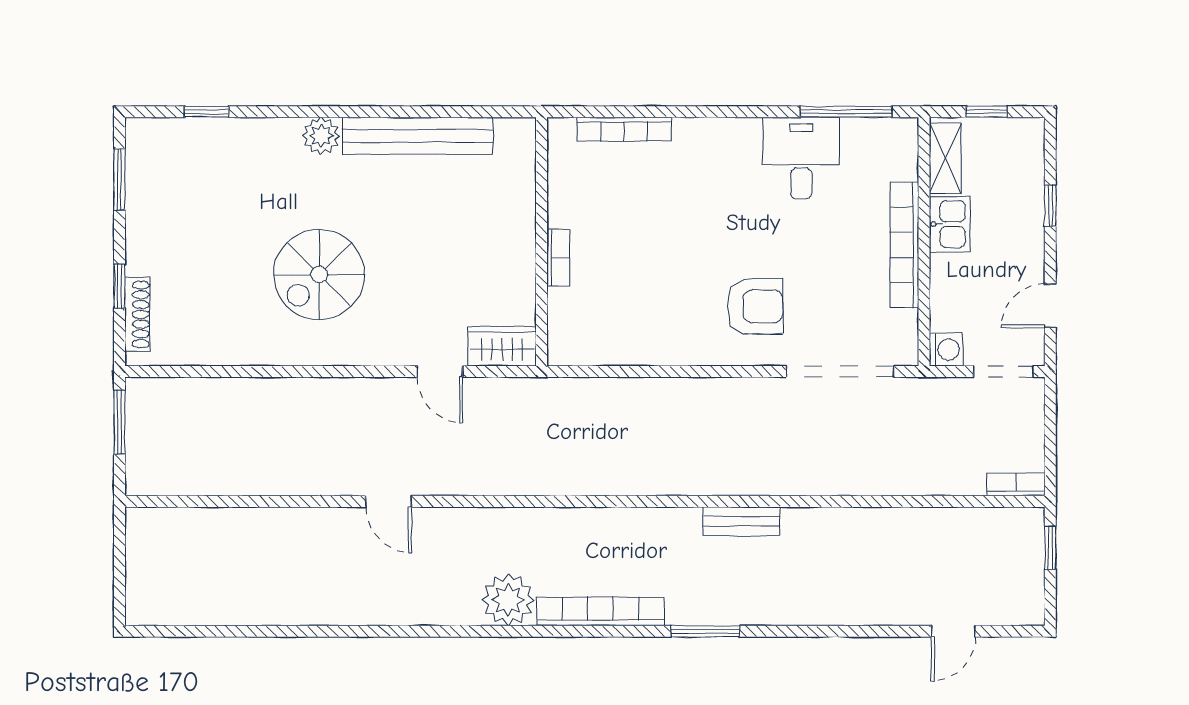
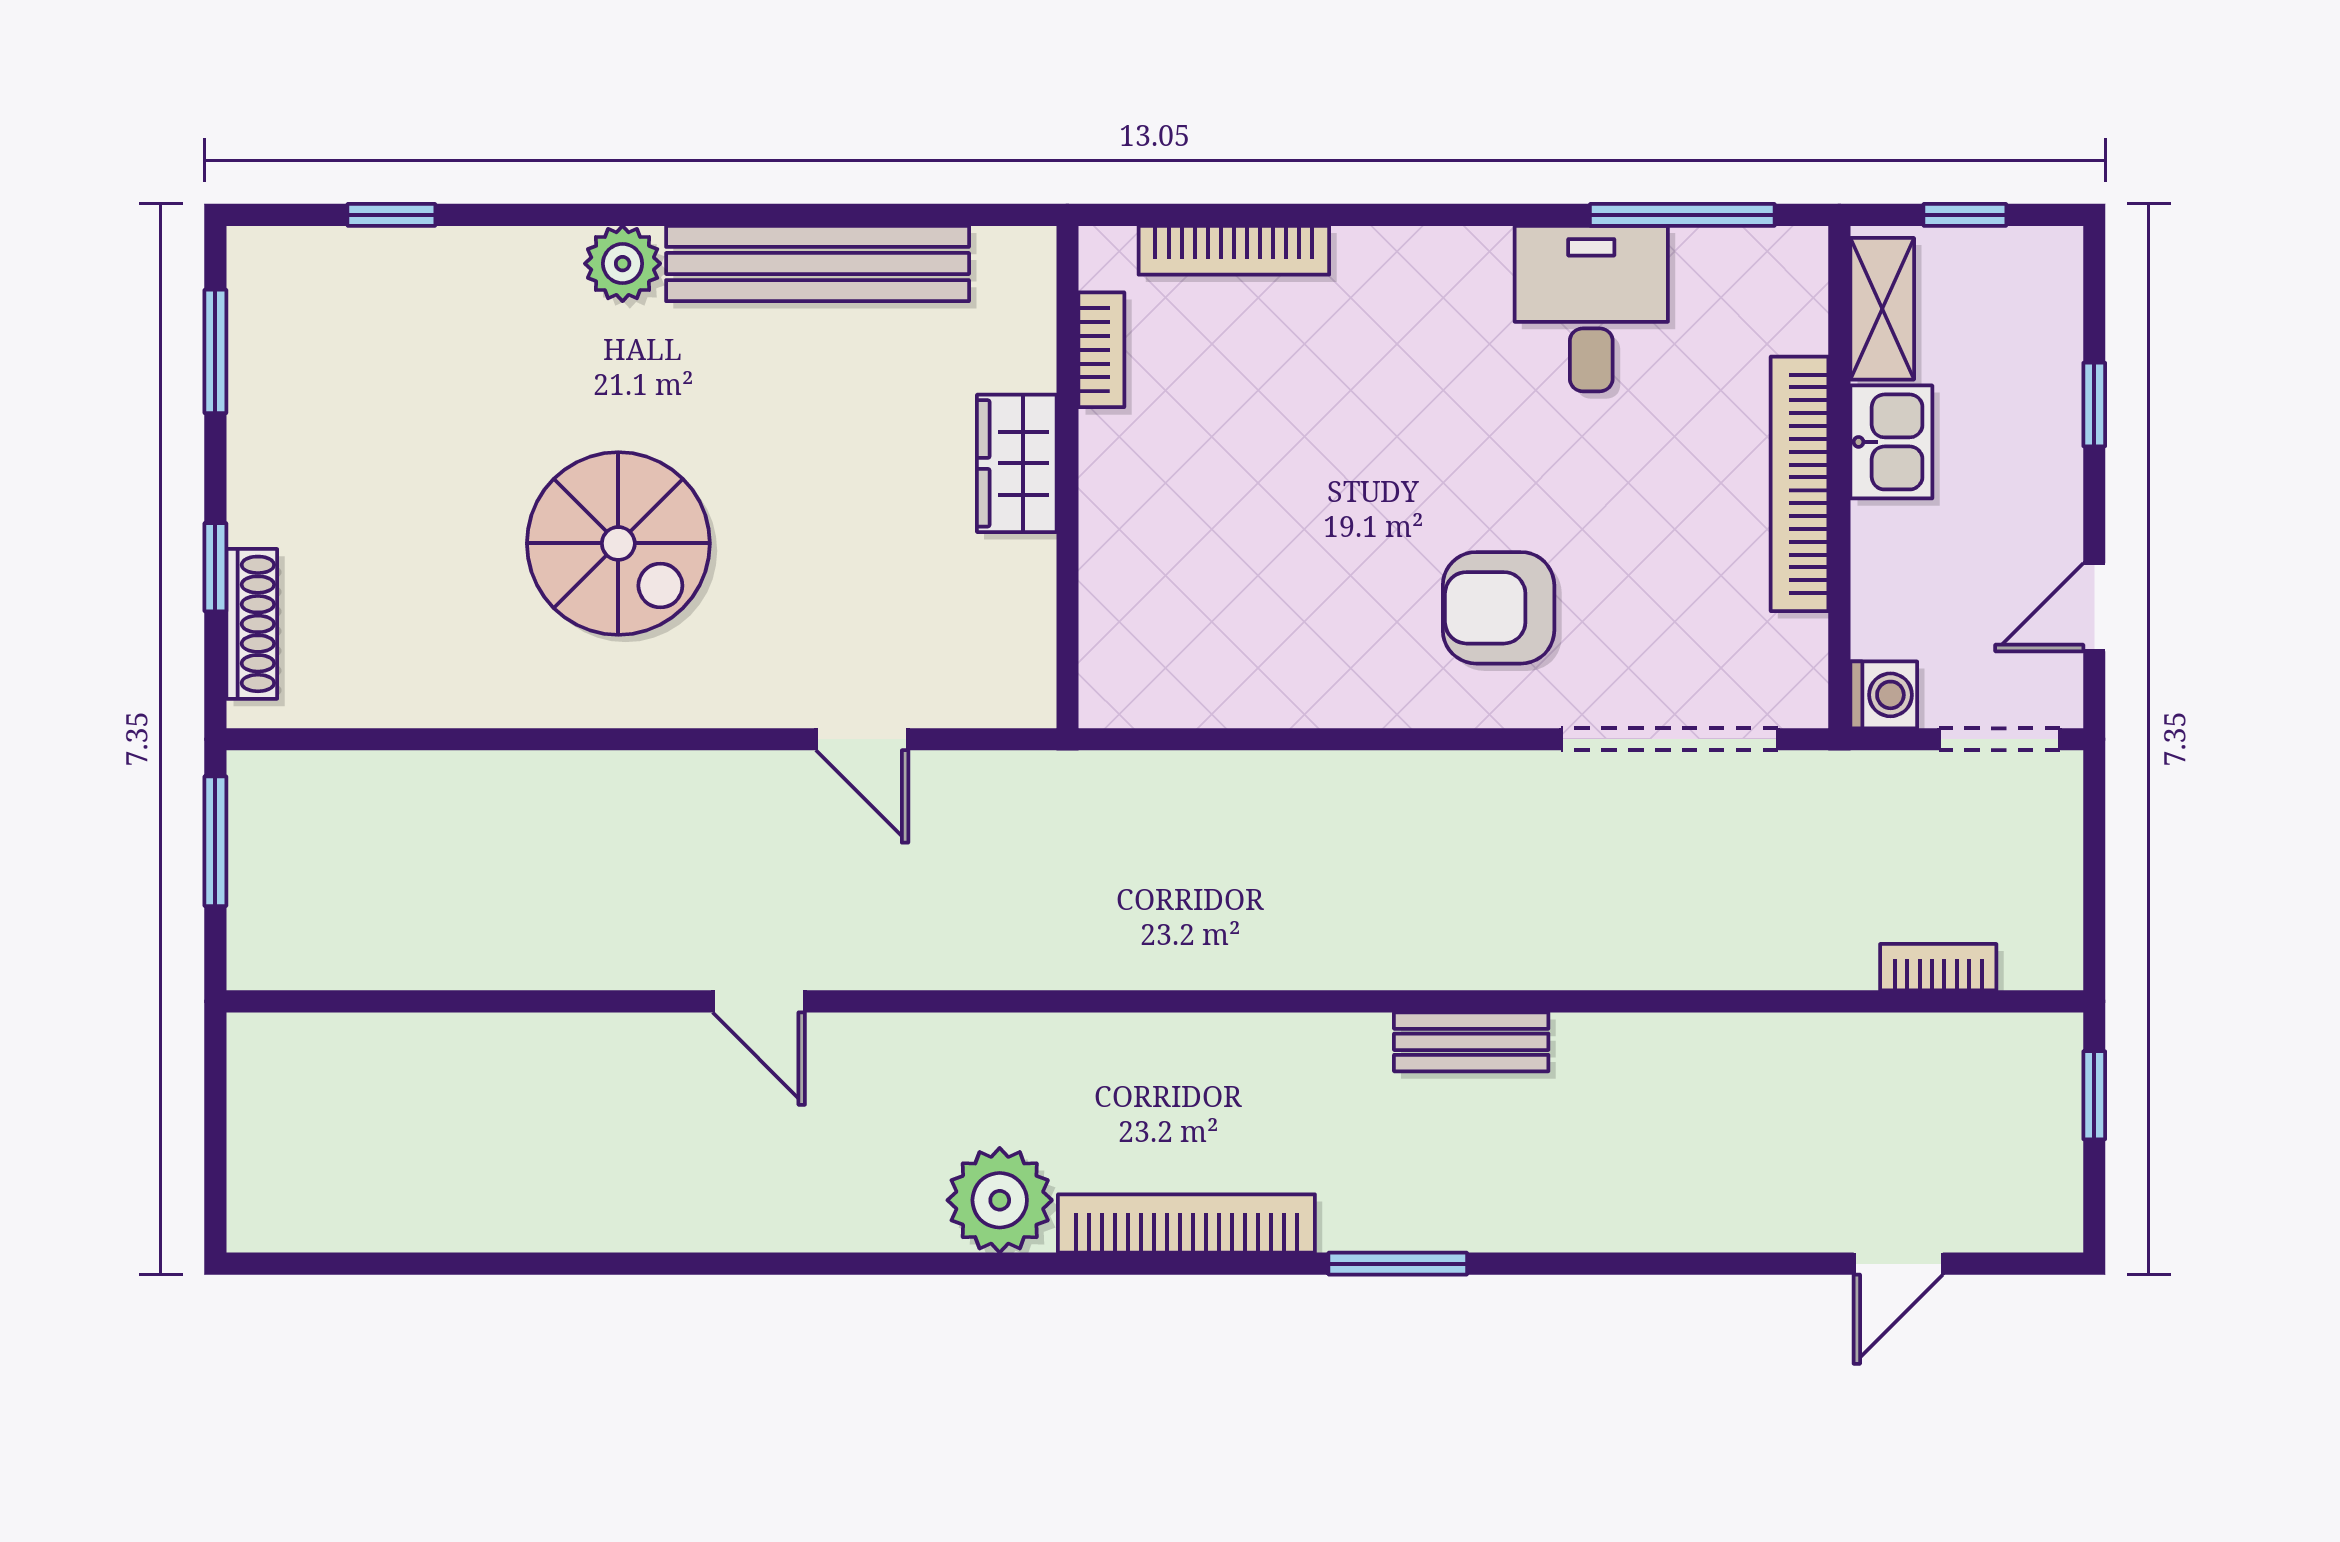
bookcase: (558, 258) -> (1101, 350), moved
spiral stairs: (319, 274) -> (618, 543), turned -90
armchair: (755, 306) -> (1499, 608), turned 180
wardrobe: (502, 346) -> (1017, 463), moved, turned -90
bookcase: (1016, 484) -> (1938, 967), moved

